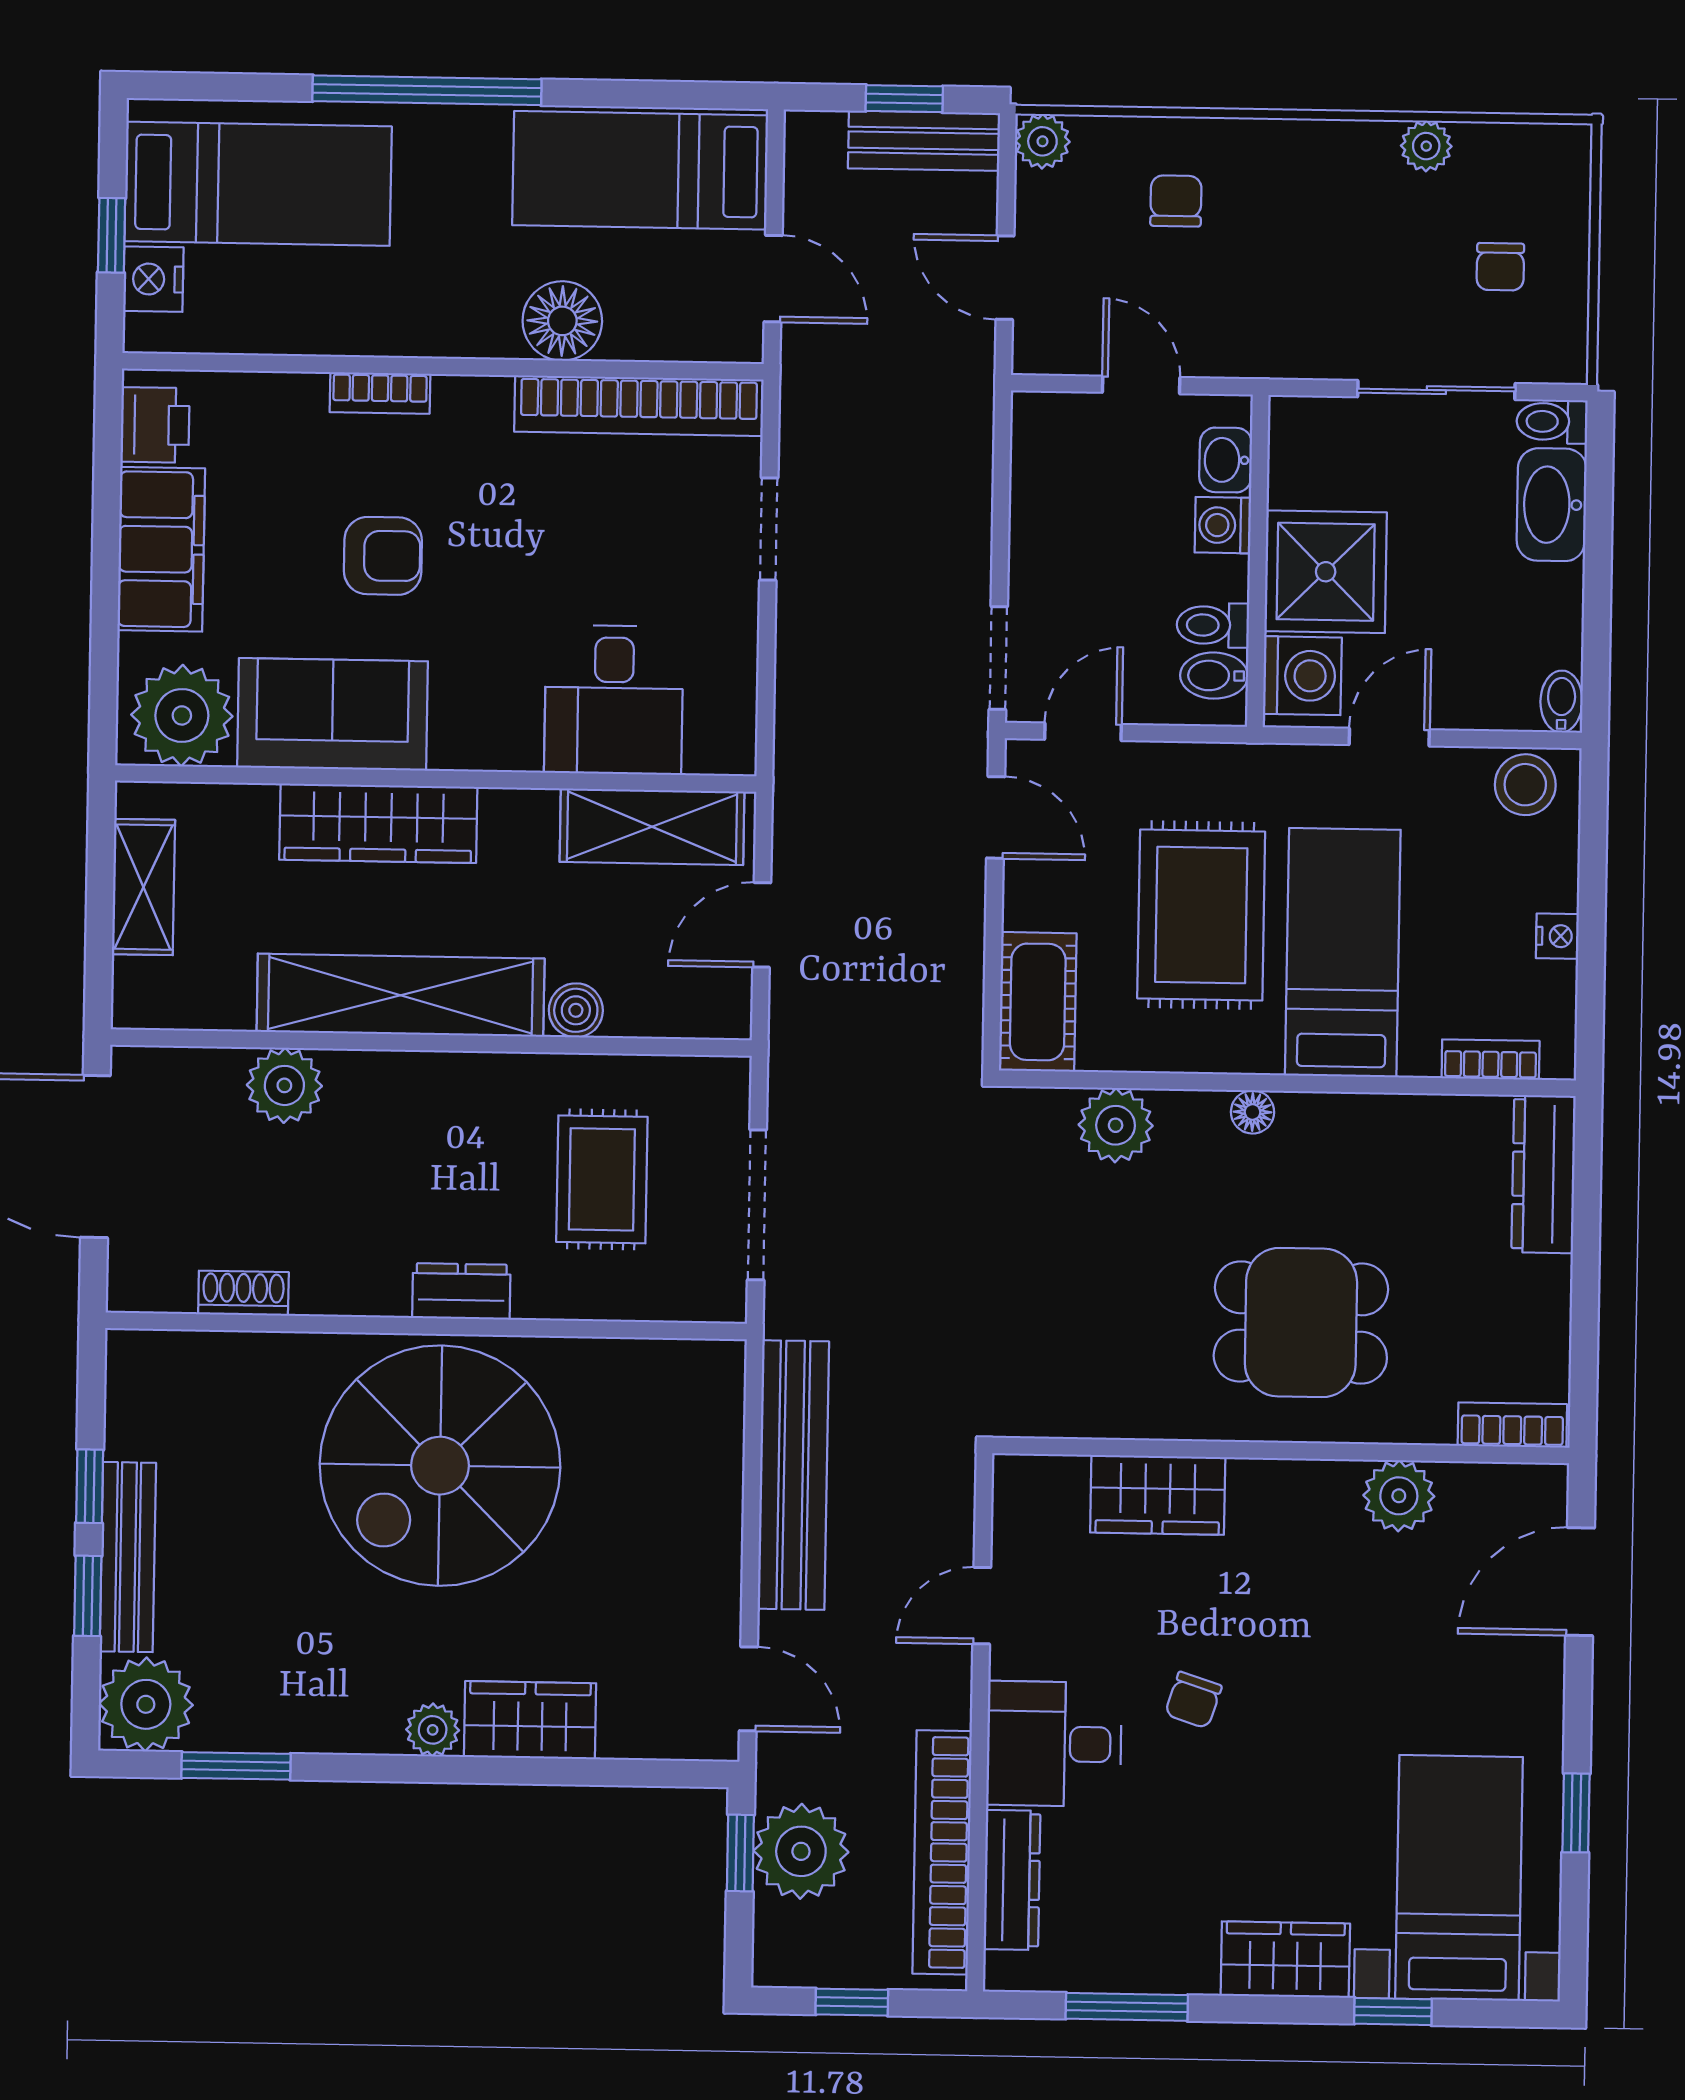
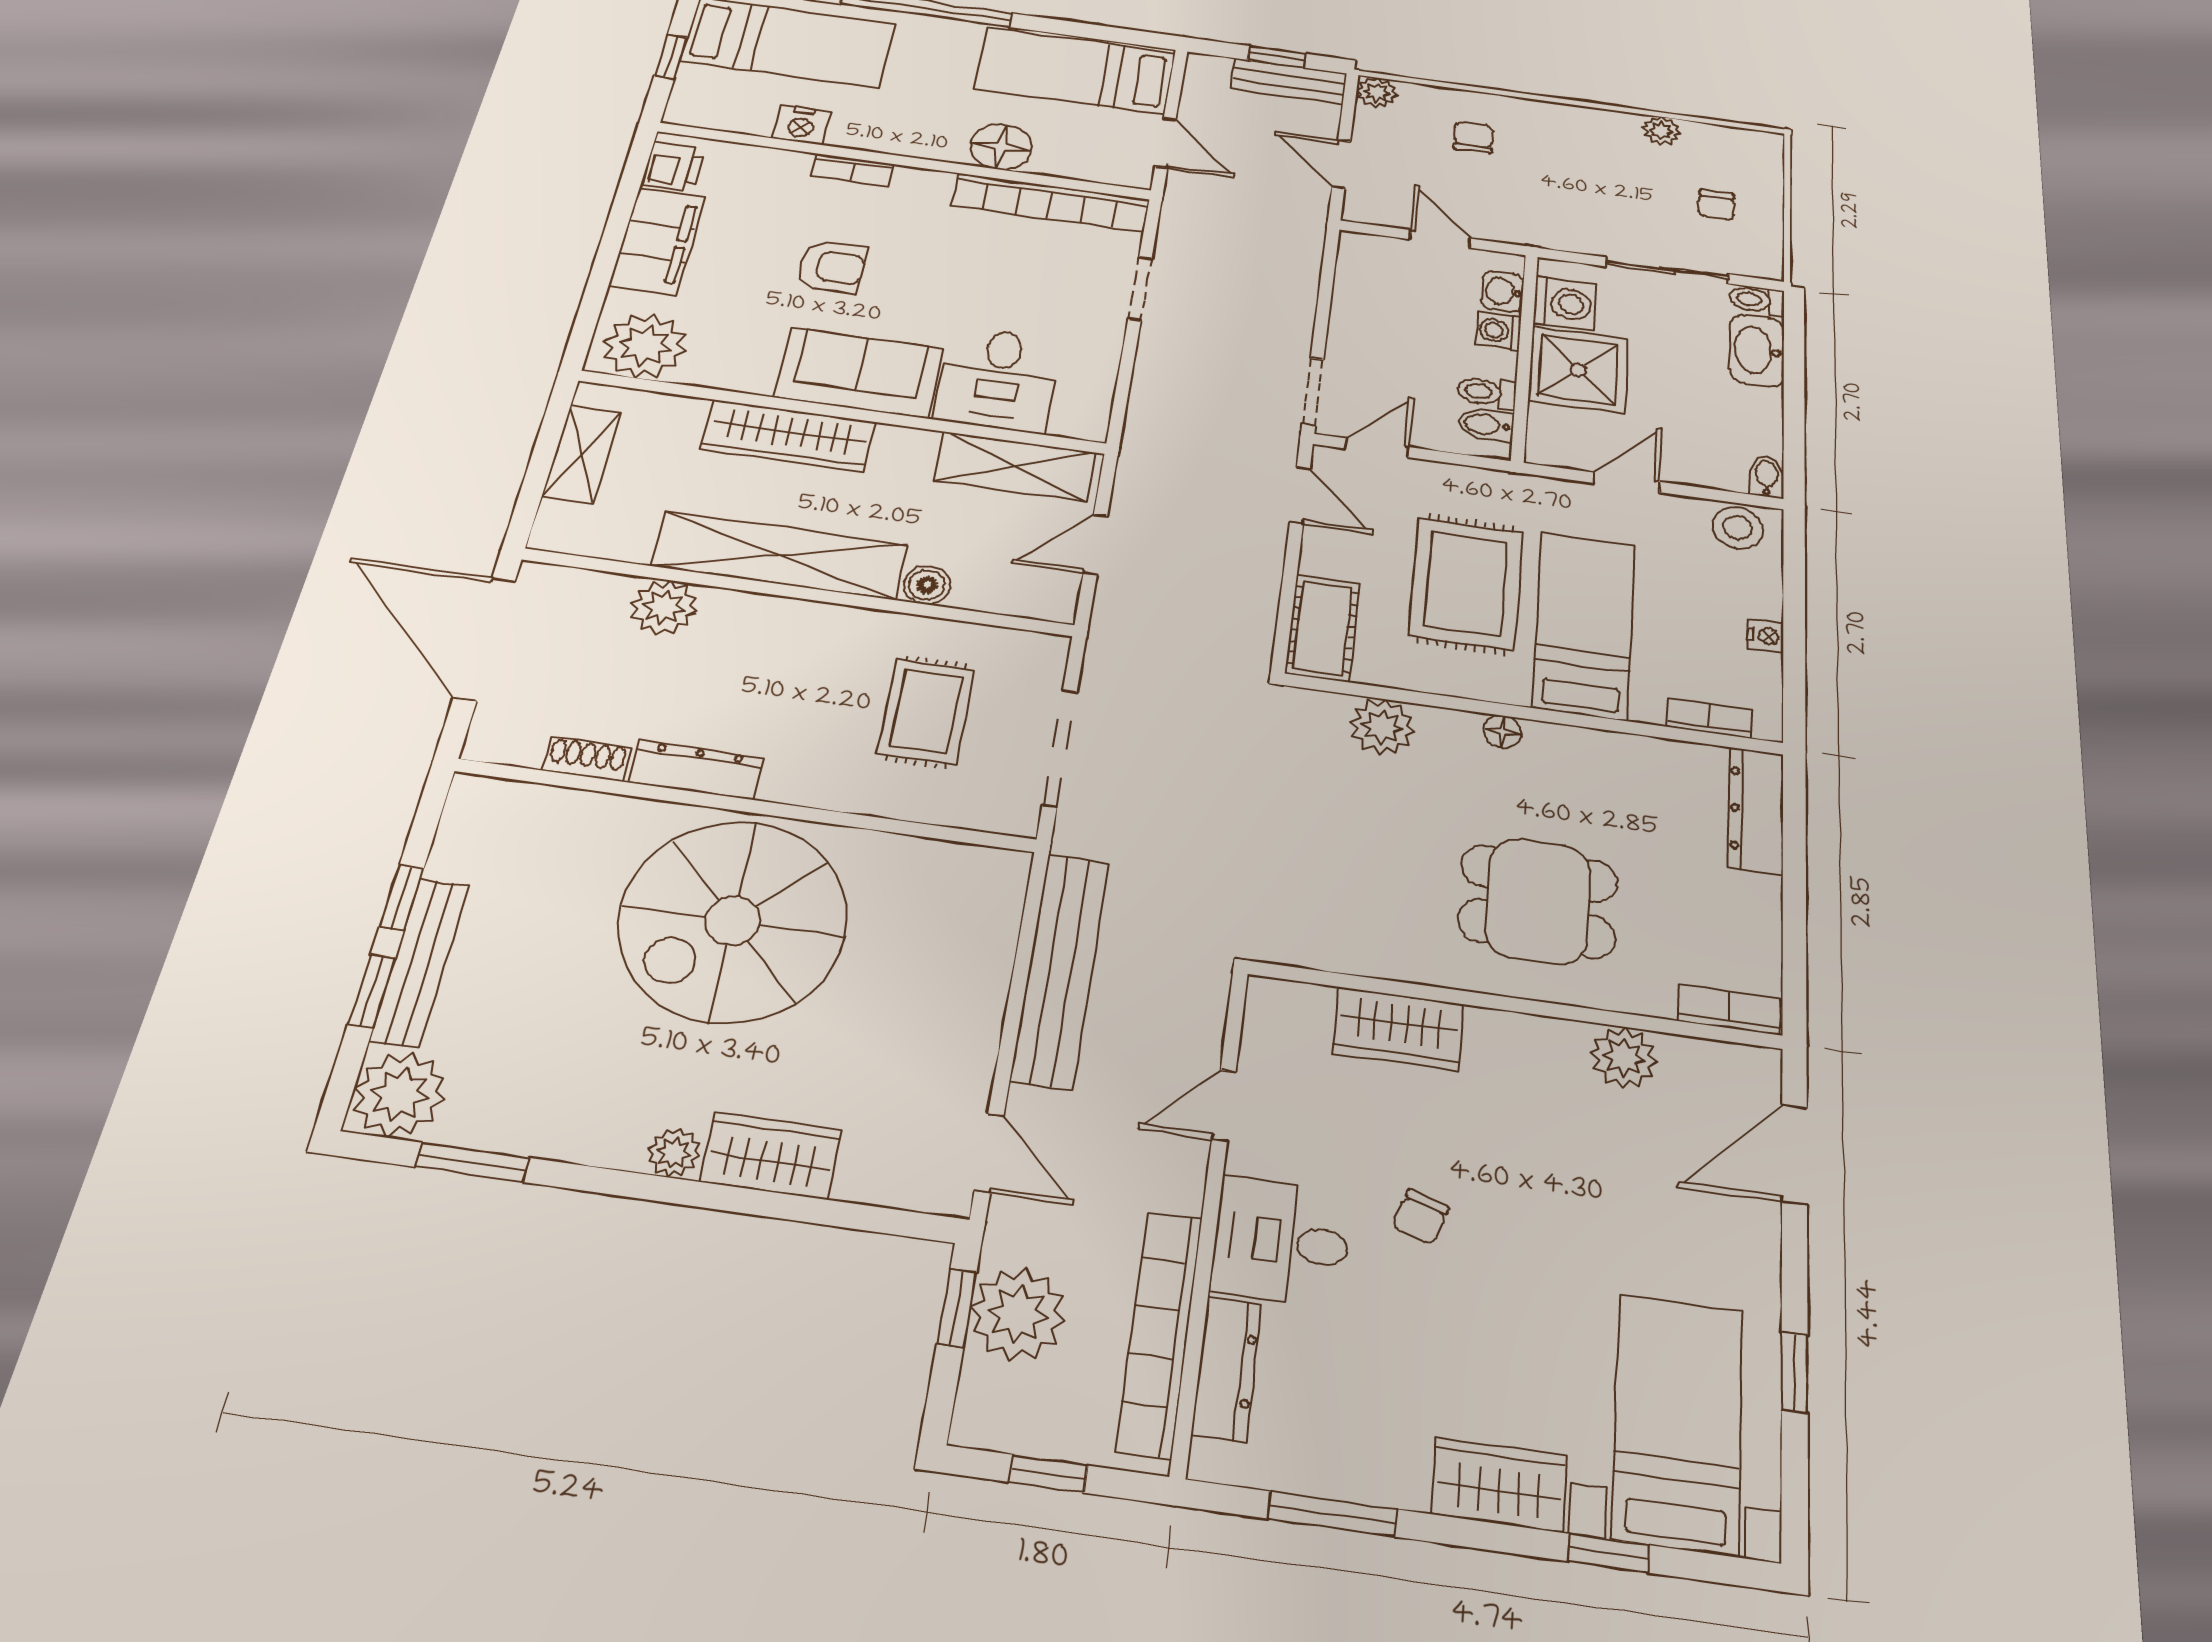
nightstand: (153, 279) -> (801, 125), moved, turned -90
washing machine: (1302, 676) -> (1565, 304), moved
sofa: (333, 714) -> (859, 373), moved
dresser: (461, 1291) -> (696, 770), moved, width x1.44

